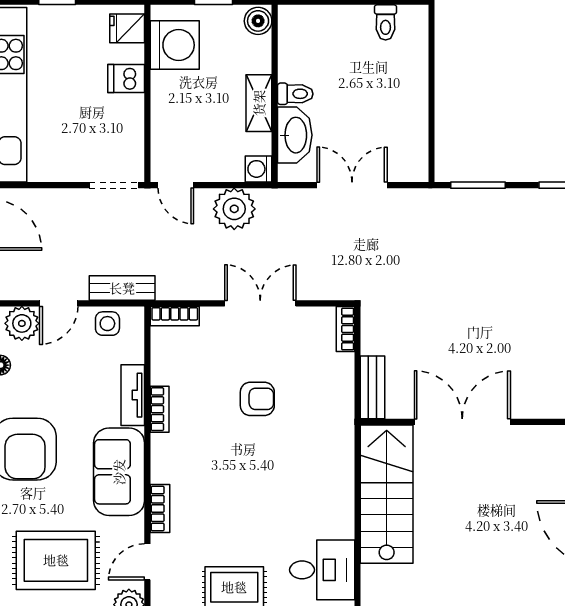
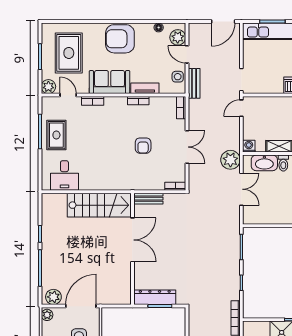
plant: (234, 209) -> (230, 160), moved

